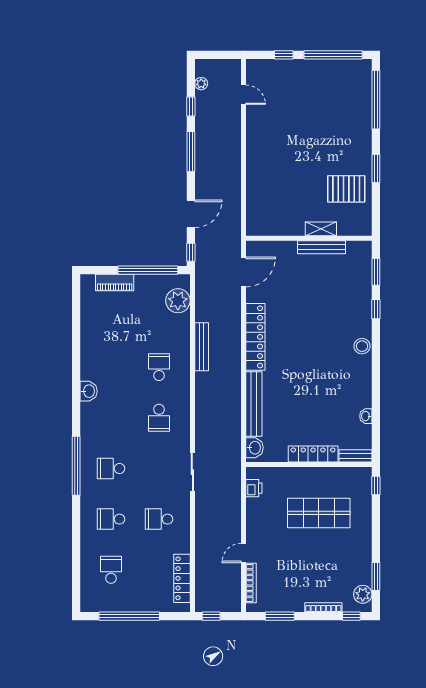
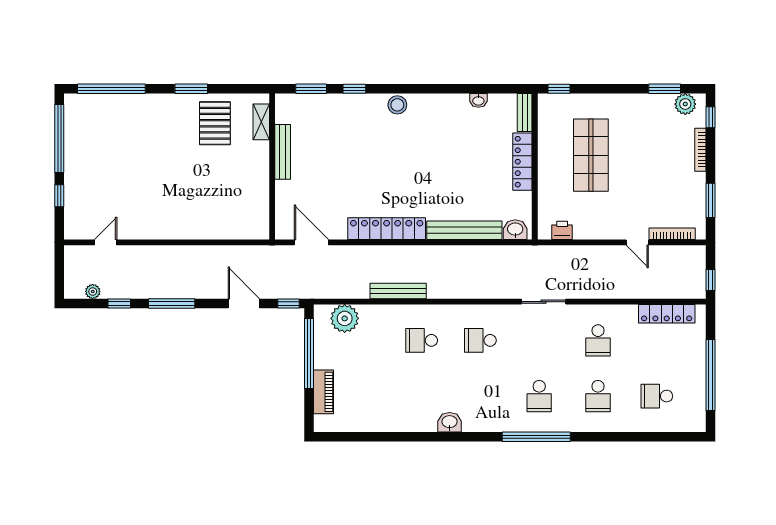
shelving: (321, 229) -> (261, 122), moved
school desk: (159, 418) -> (480, 340), turned 180

